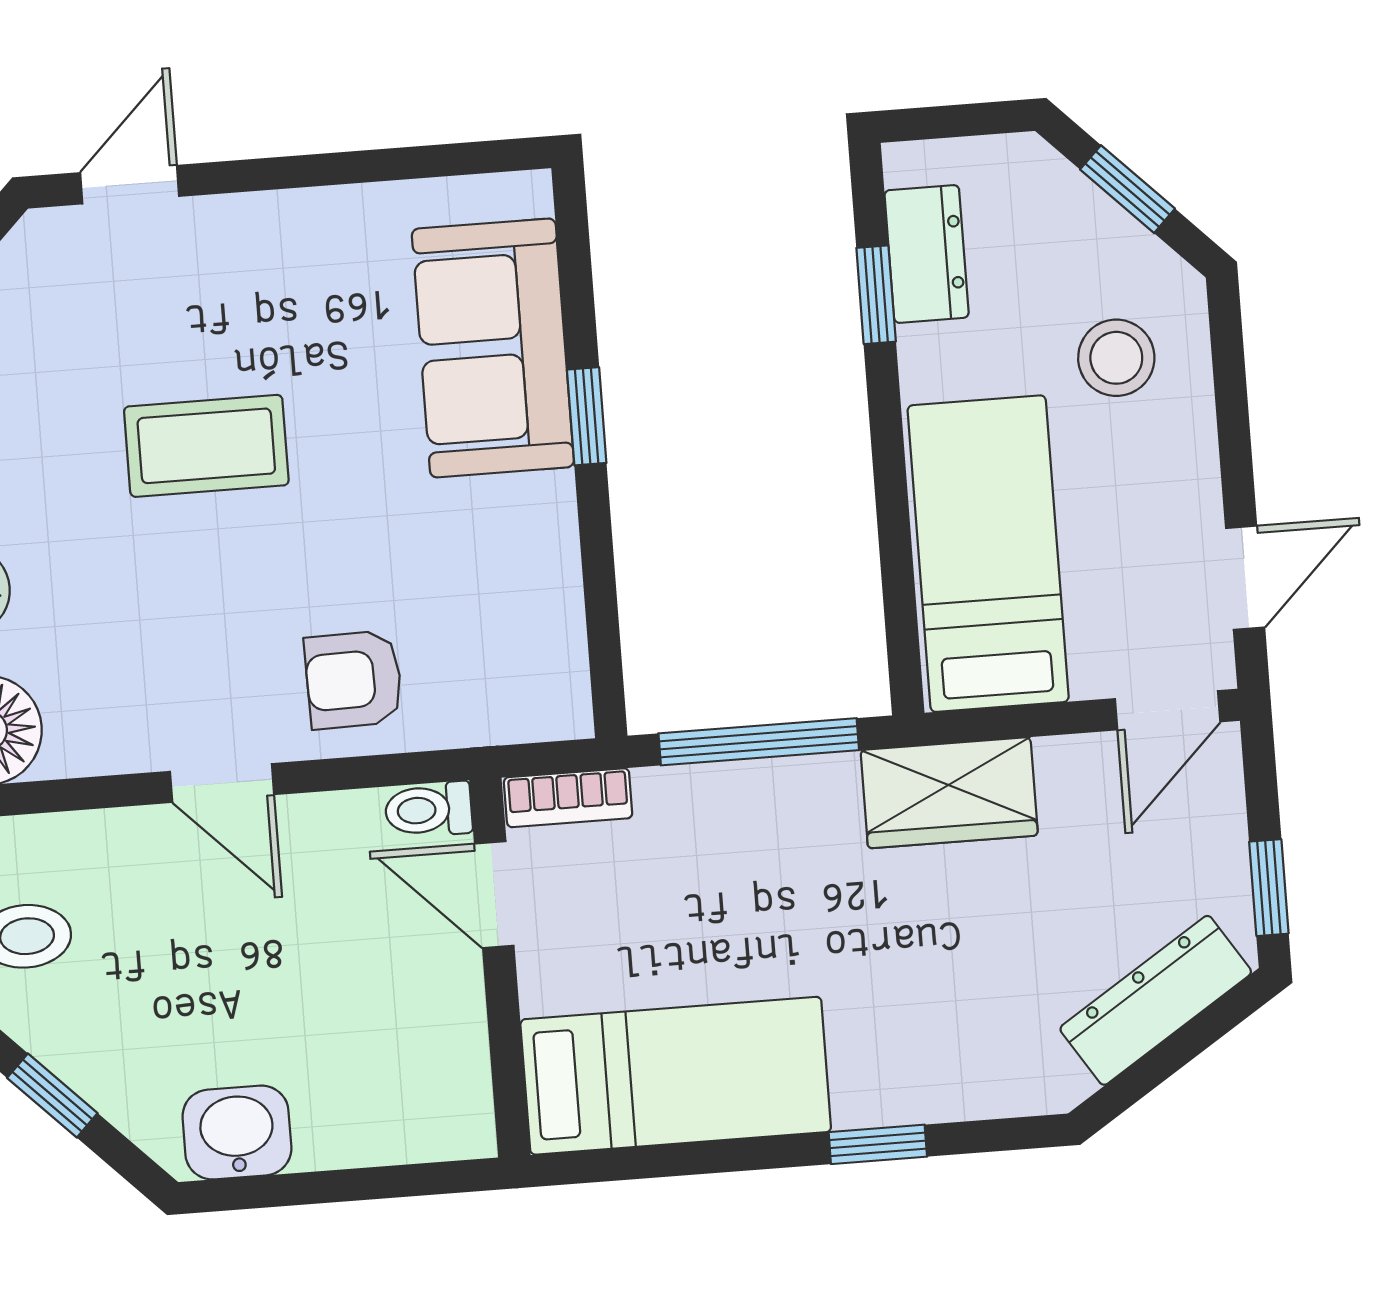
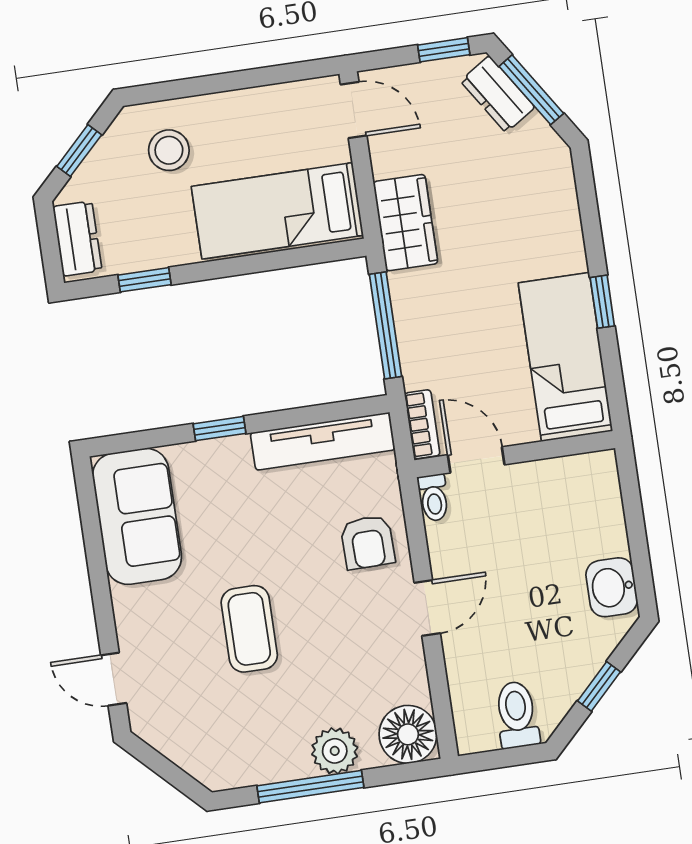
dresser: (927, 254) -> (77, 239), moved, turned 90
sofa: (493, 348) -> (137, 516), moved, turned -90
door: (1245, 578) -> (281, 74), removed
tv unit: (549, 608) -> (323, 441), added
door: (494, 895) -> (476, 460), swing flipped
dresser: (1156, 1000) -> (498, 94), width x0.70
window: (1182, 1047) -> (531, 90), added
window: (878, 1144) -> (602, 302), moved

